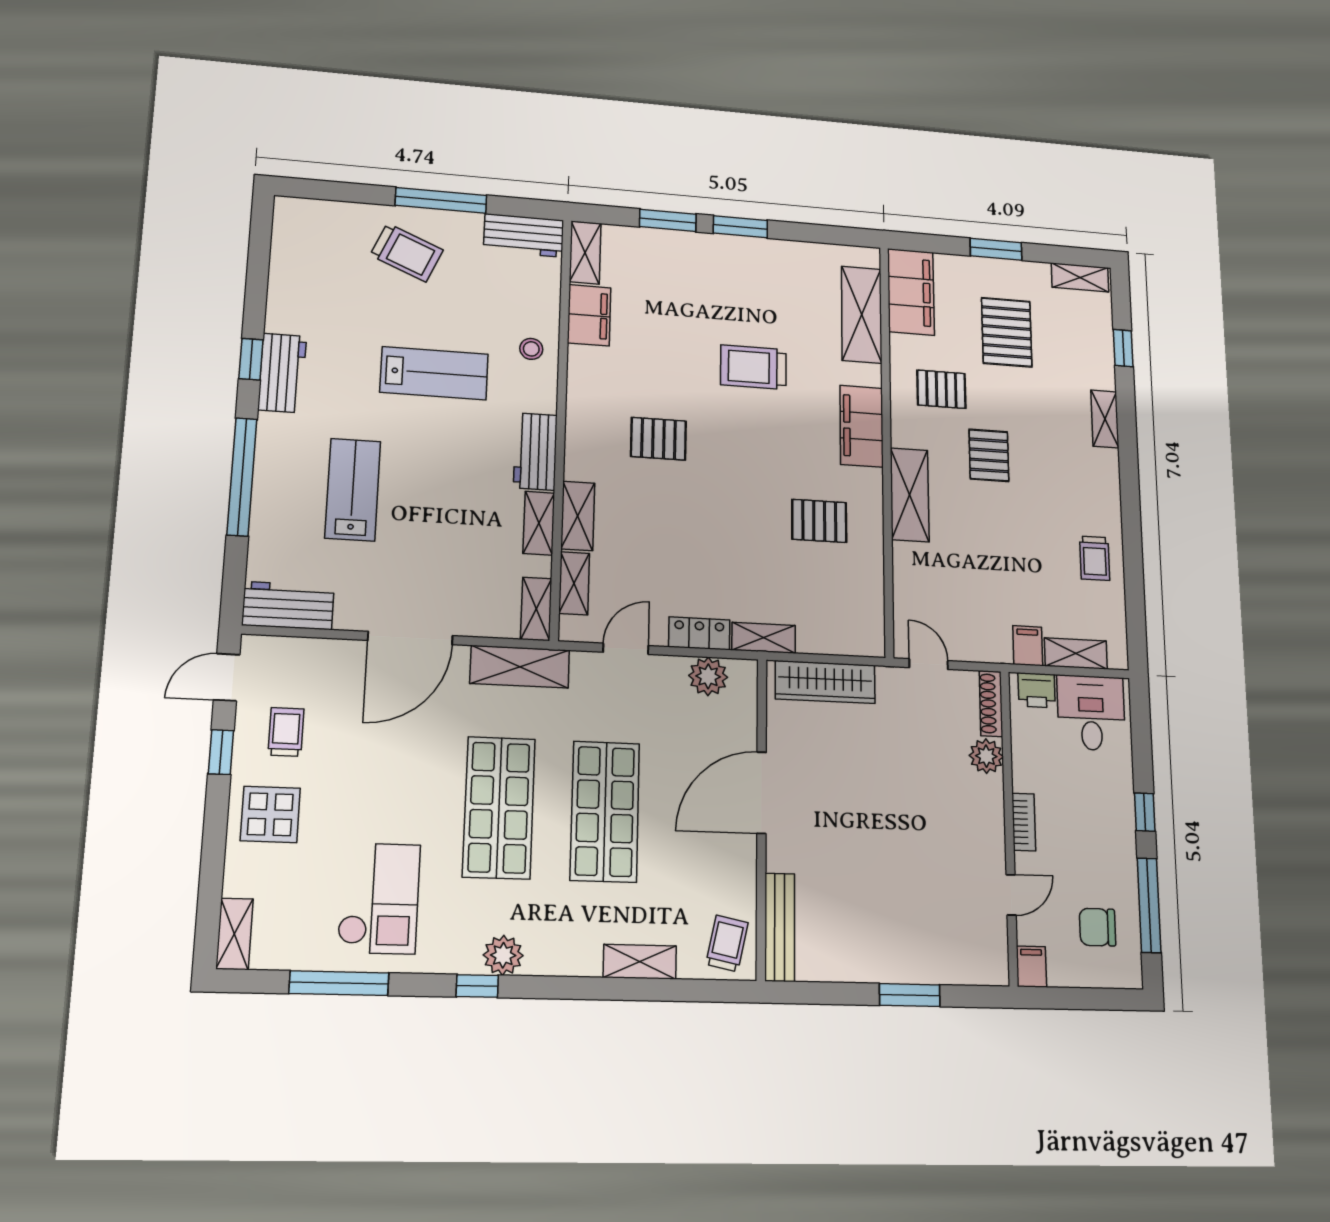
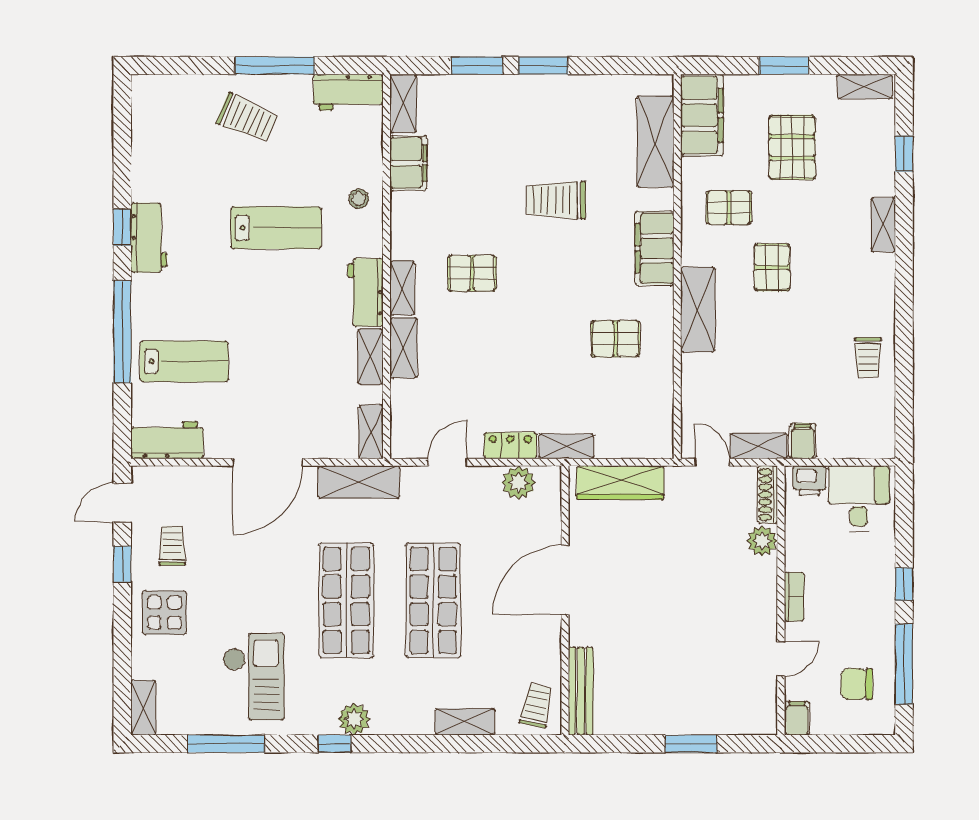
lab bench: (353, 490) -> (184, 361), moved, turned 90
shelving: (574, 583) -> (402, 288), moved
shelving: (1076, 653) -> (759, 446), moved

